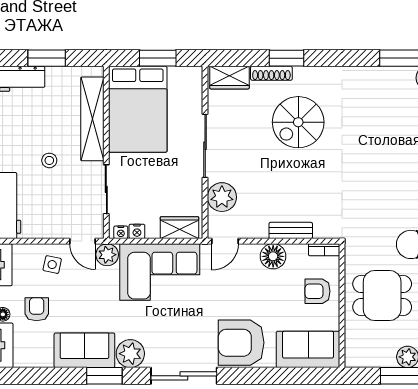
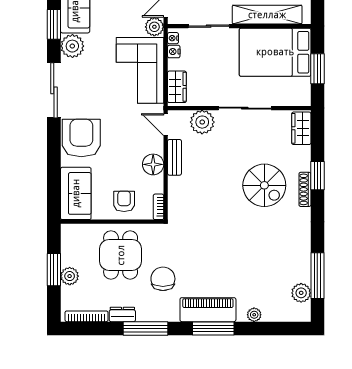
shoe rack: (271, 73) -> (305, 189), moved
spiral stairs: (298, 122) -> (264, 185), turned 180
bench: (291, 230) -> (174, 157), moved

